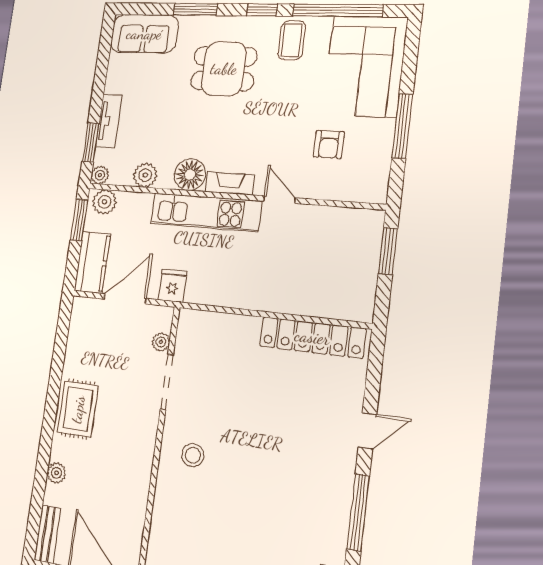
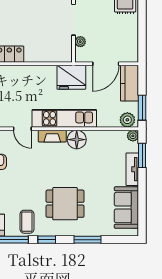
sofa: (144, 34) -> (126, 208), moved, turned -90
plant: (145, 175) -> (104, 138), removed
fridge: (173, 286) -> (71, 77), width x1.88, depth x1.34

